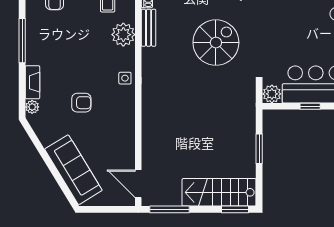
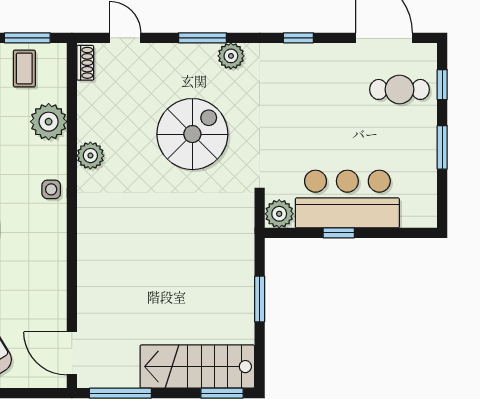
bench: (149, 28) -> (88, 111), removed
plant: (150, 56) -> (90, 156), added

